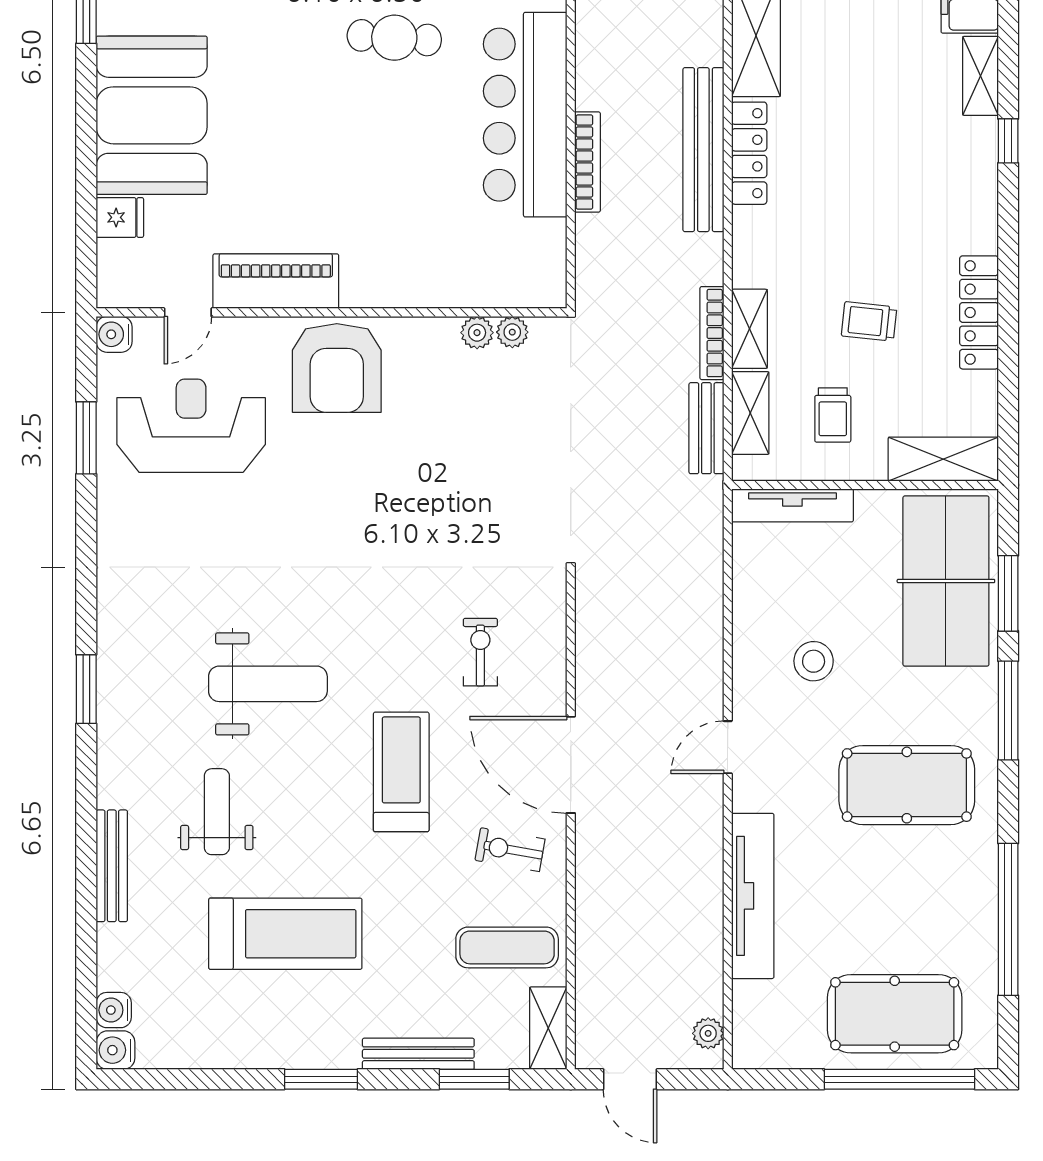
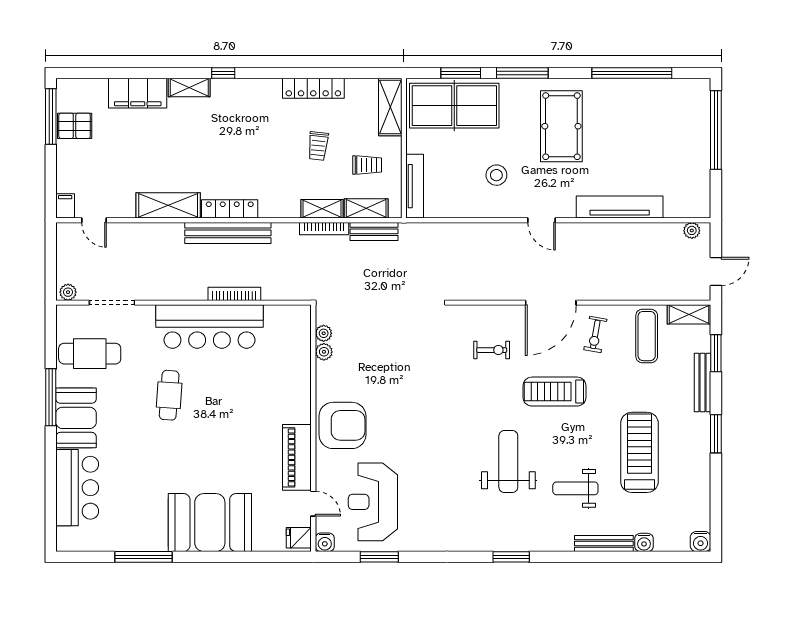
fridge: (120, 217) -> (299, 538), moved, turned -90
exercise bike: (480, 652) -> (492, 350), turned 180
water cooler: (114, 1010) -> (644, 542), moved
pool table: (895, 1014) -> (681, 133), removed

